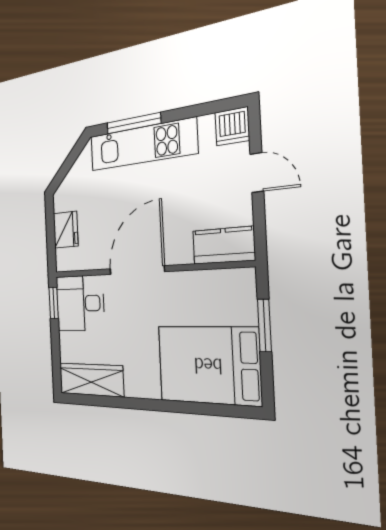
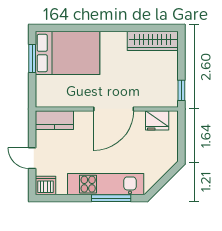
fridge: (66, 230) -> (157, 120), moved, turned -90
desk: (80, 303) -> (159, 90), removed
window: (264, 325) -> (32, 58), moved

